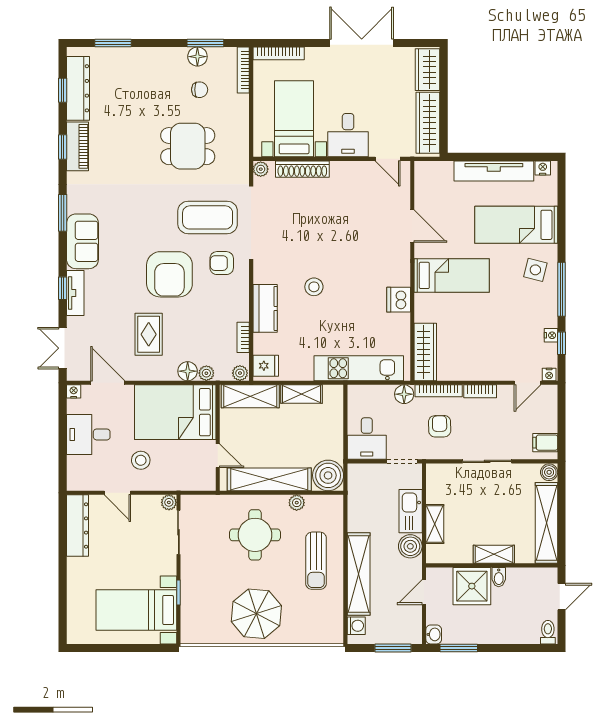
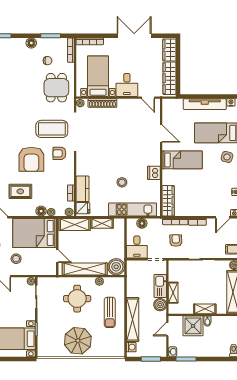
floor lamp: (197, 57) -> (31, 43), moved
dining table: (188, 146) -> (56, 88), moved, turned 90
stool: (314, 287) -> (122, 182), moved
kitchen counter: (265, 308) -> (83, 189), moved
rug: (149, 334) -> (20, 191), turned 90
floor lamp: (404, 394) -> (142, 223), moved

